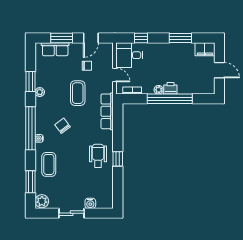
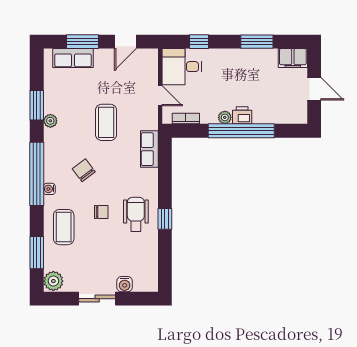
chair: (87, 66) -> (101, 212), moved
row of seats: (107, 111) -> (149, 149), width x0.68

